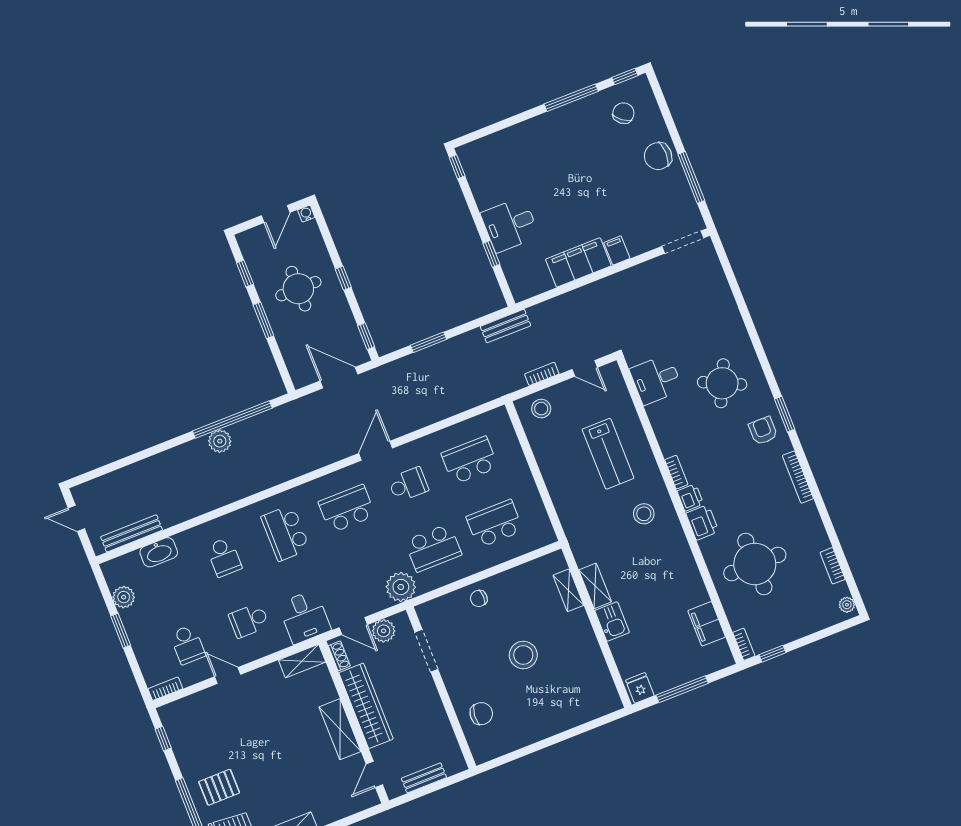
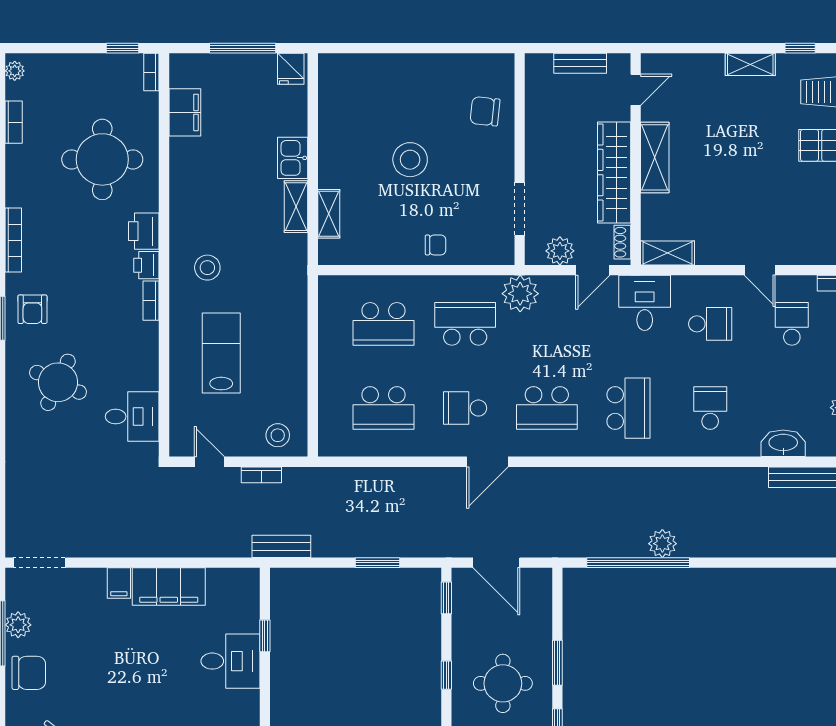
plant: (680, 189) -> (18, 625), added
door: (353, 626) -> (593, 270), swing flipped

